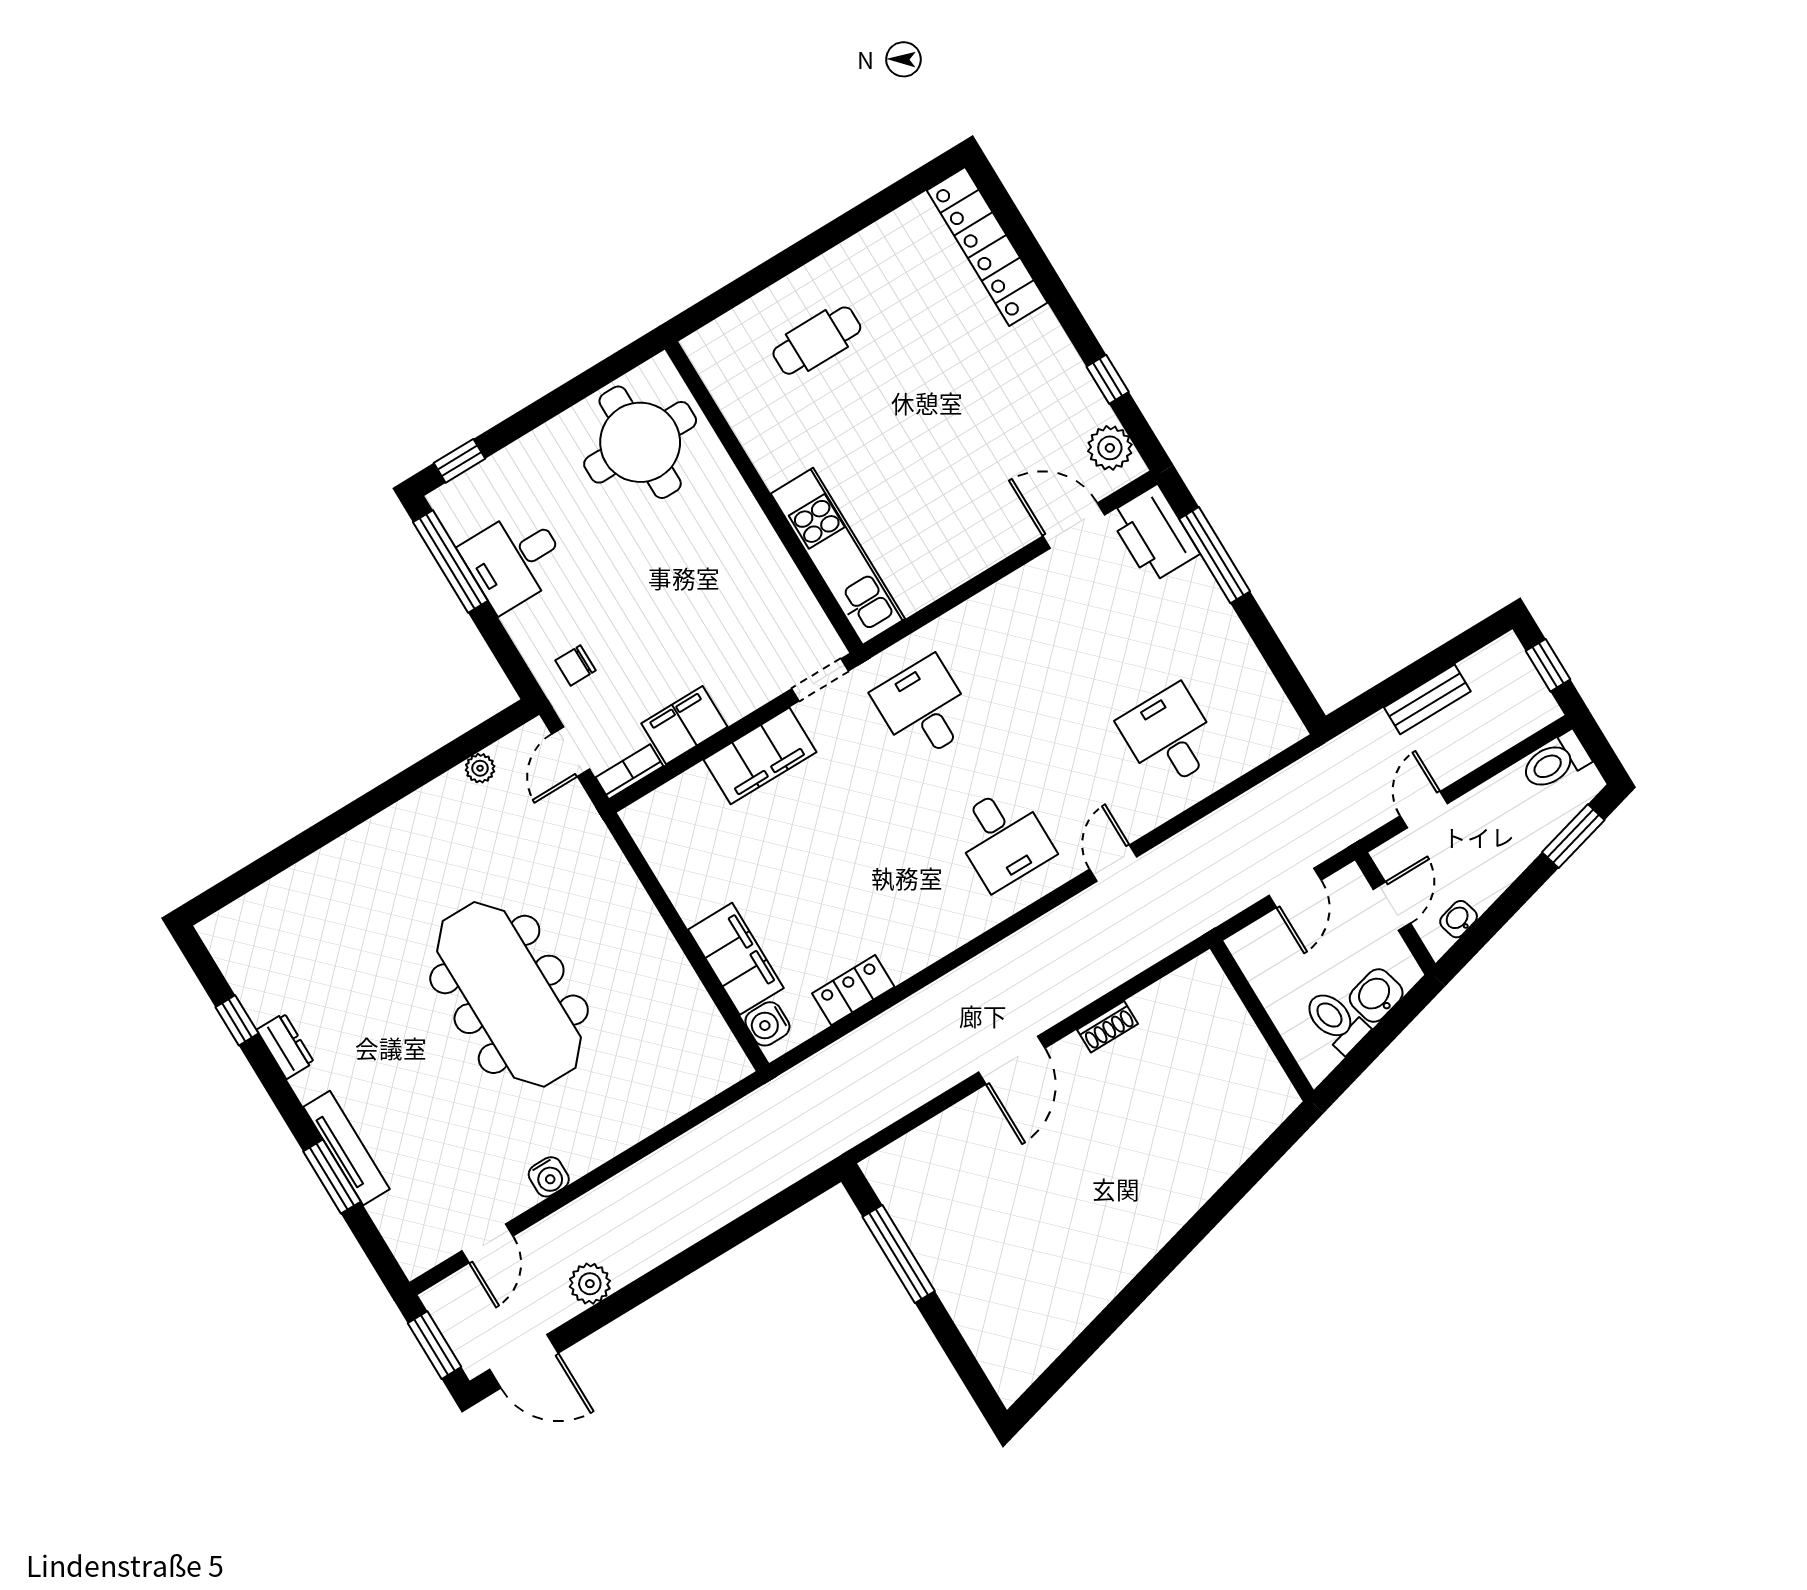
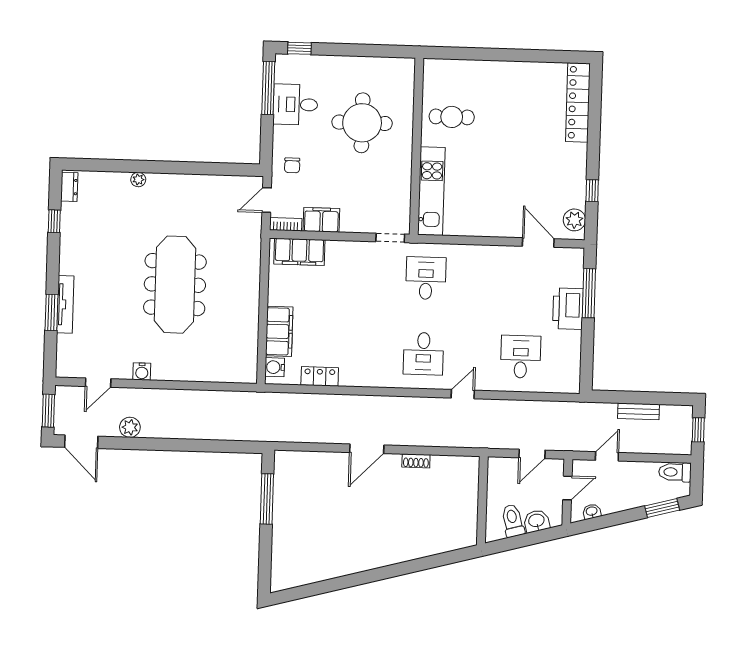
cafe table: (817, 341) -> (452, 117), moved
round table: (640, 442) -> (362, 123), moved
printer: (1154, 534) -> (568, 309), moved
chair: (575, 665) -> (292, 165), turned -90
filing cabinet: (760, 756) -> (299, 252), moved
plant: (480, 768) -> (138, 180), moved
dresser: (285, 1046) -> (69, 187), moved

